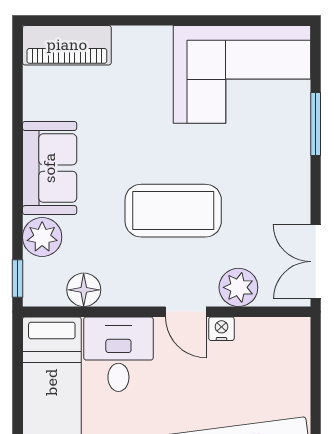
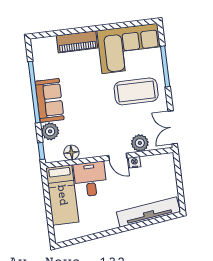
piano: (67, 45) -> (77, 42), moved
window: (316, 124) -> (165, 66), width x1.44
window: (17, 146) -> (34, 92), added
coffee table: (173, 211) -> (136, 91), moved

